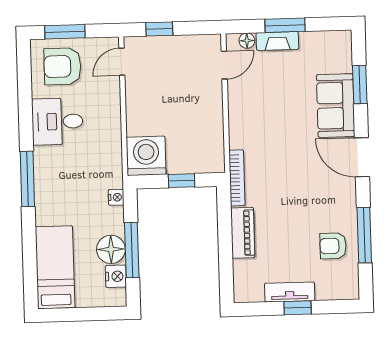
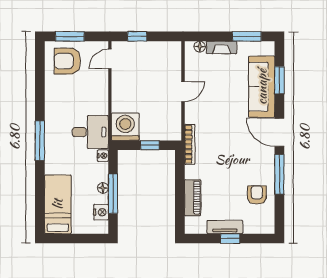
window: (285, 25) -> (247, 36), moved
door: (224, 65) -> (183, 92), moved
sofa: (336, 106) -> (262, 87), width x1.36
desk: (57, 121) -> (90, 132), moved, turned 180
piano: (243, 233) -> (193, 198), moved
window: (364, 235) -> (279, 174), moved
armchair: (333, 246) -> (257, 195), turned 90
floor lamp: (111, 249) -> (103, 188), width x0.53, depth x0.53

